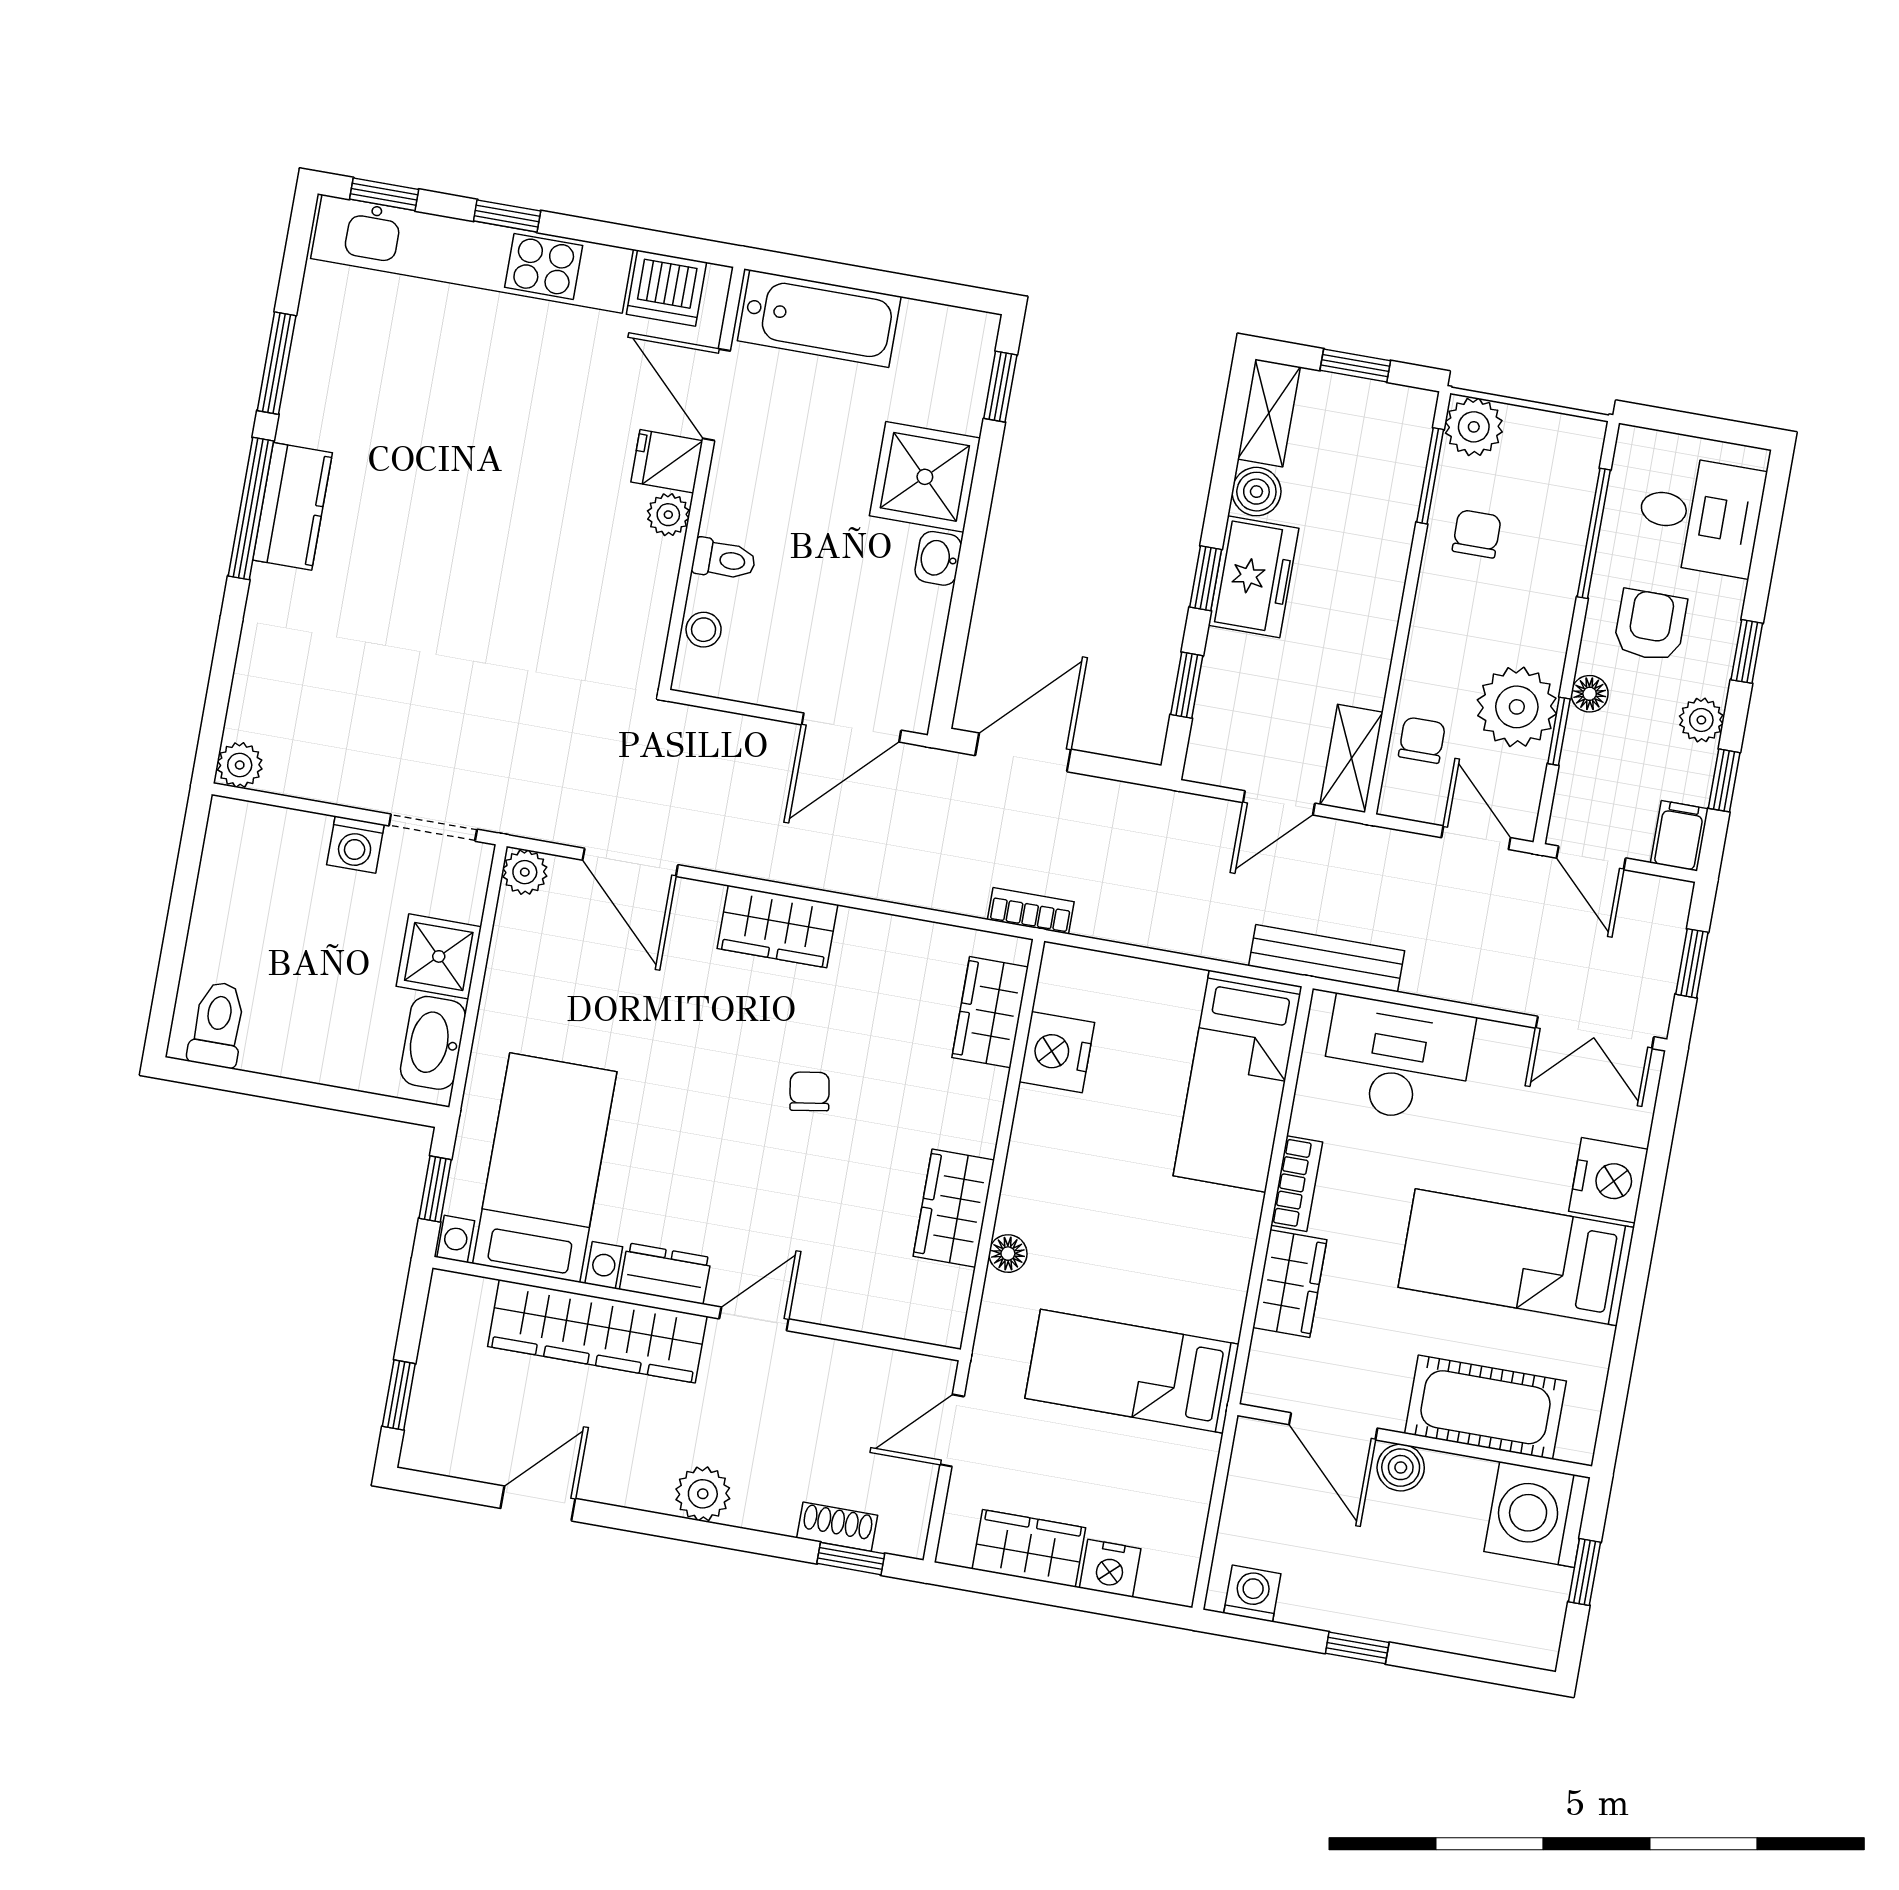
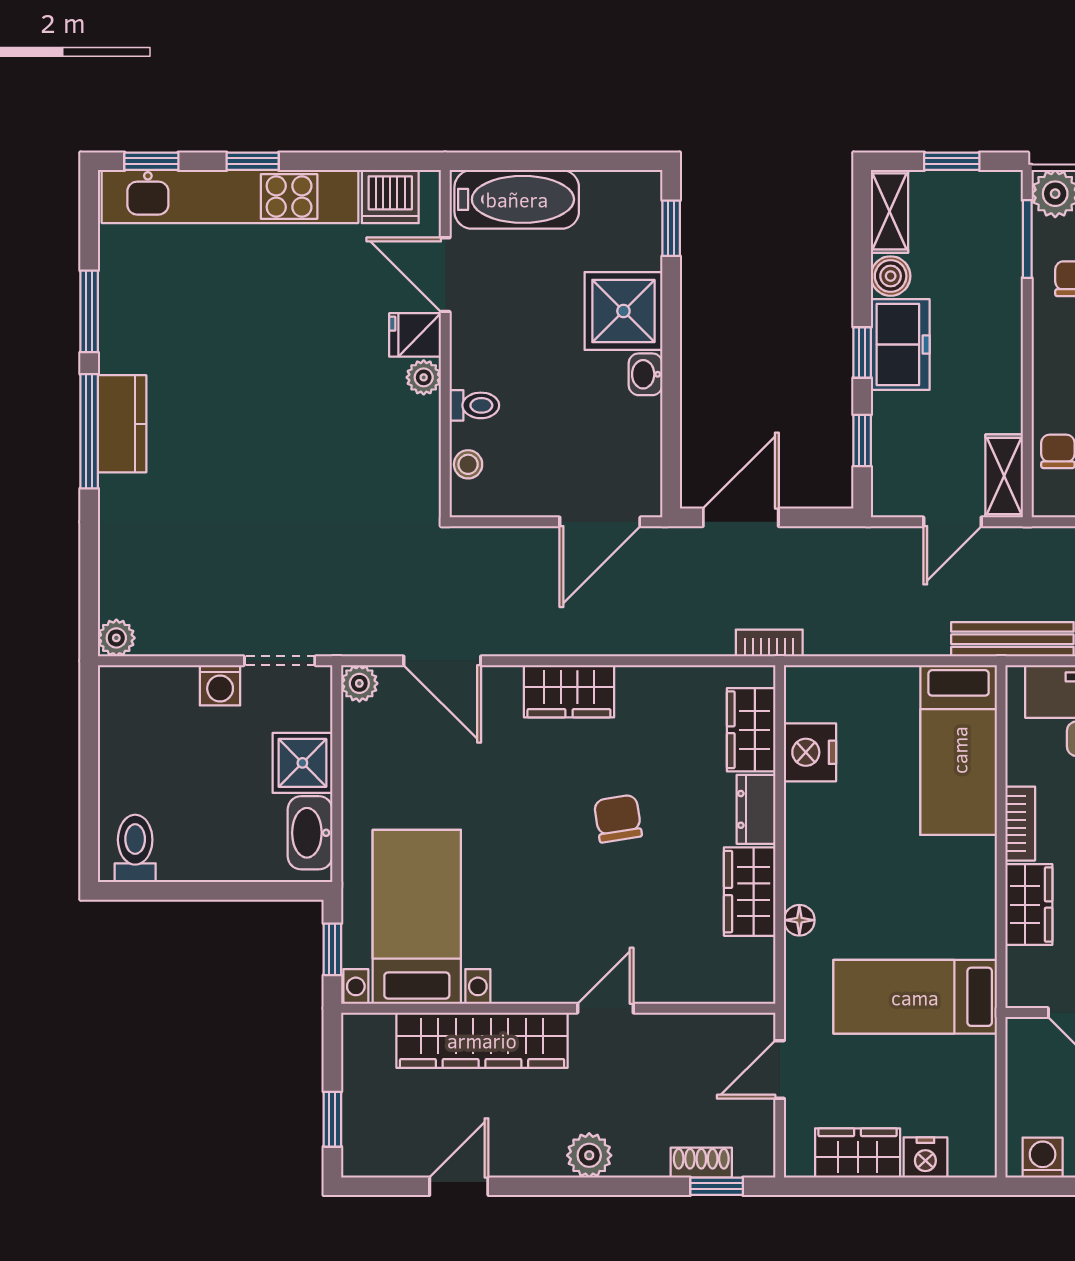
chair: (810, 1091) -> (618, 819), width x1.37, depth x1.37
dresser: (665, 1274) -> (756, 809), moved, turned -90

